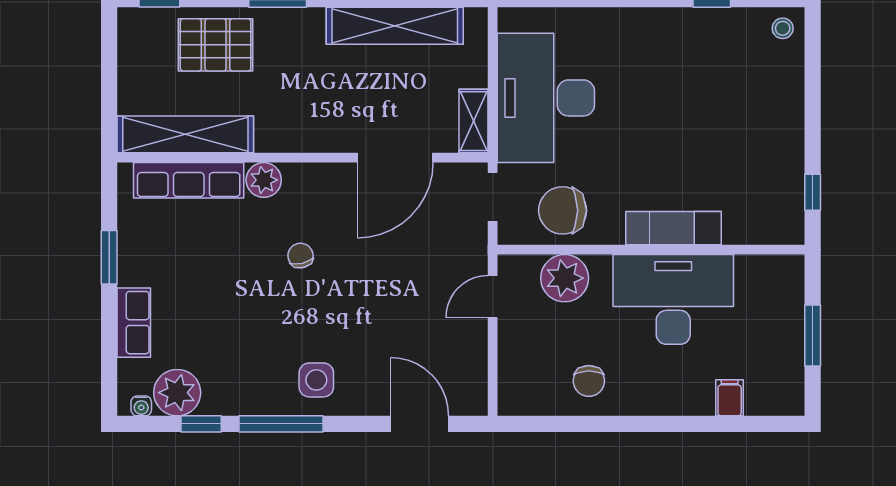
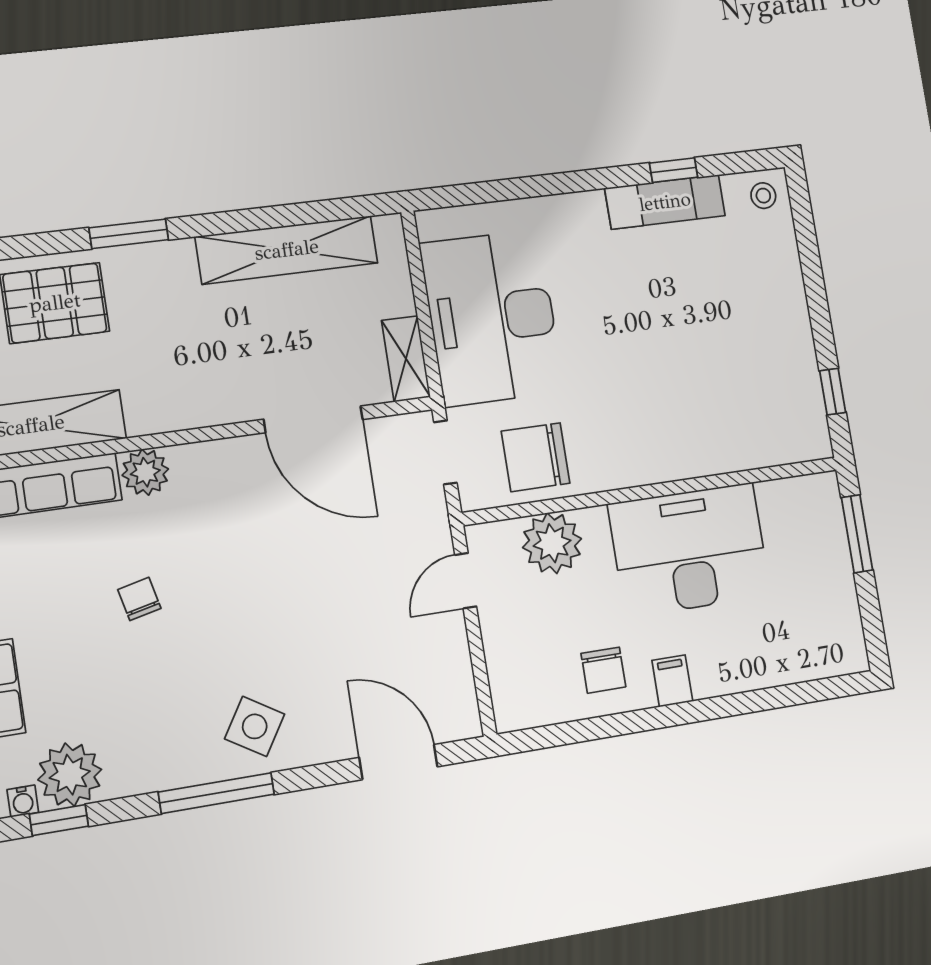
door: (395, 158) -> (313, 419), hinge flipped
exam couch: (674, 228) -> (665, 202), moved, turned 180
chair: (300, 256) -> (139, 599), moved
window: (813, 335) -> (857, 534), moved
side table: (316, 380) -> (255, 726), turned 32
filing cabinet: (730, 398) -> (672, 681), moved
window: (201, 424) -> (59, 820), moved

